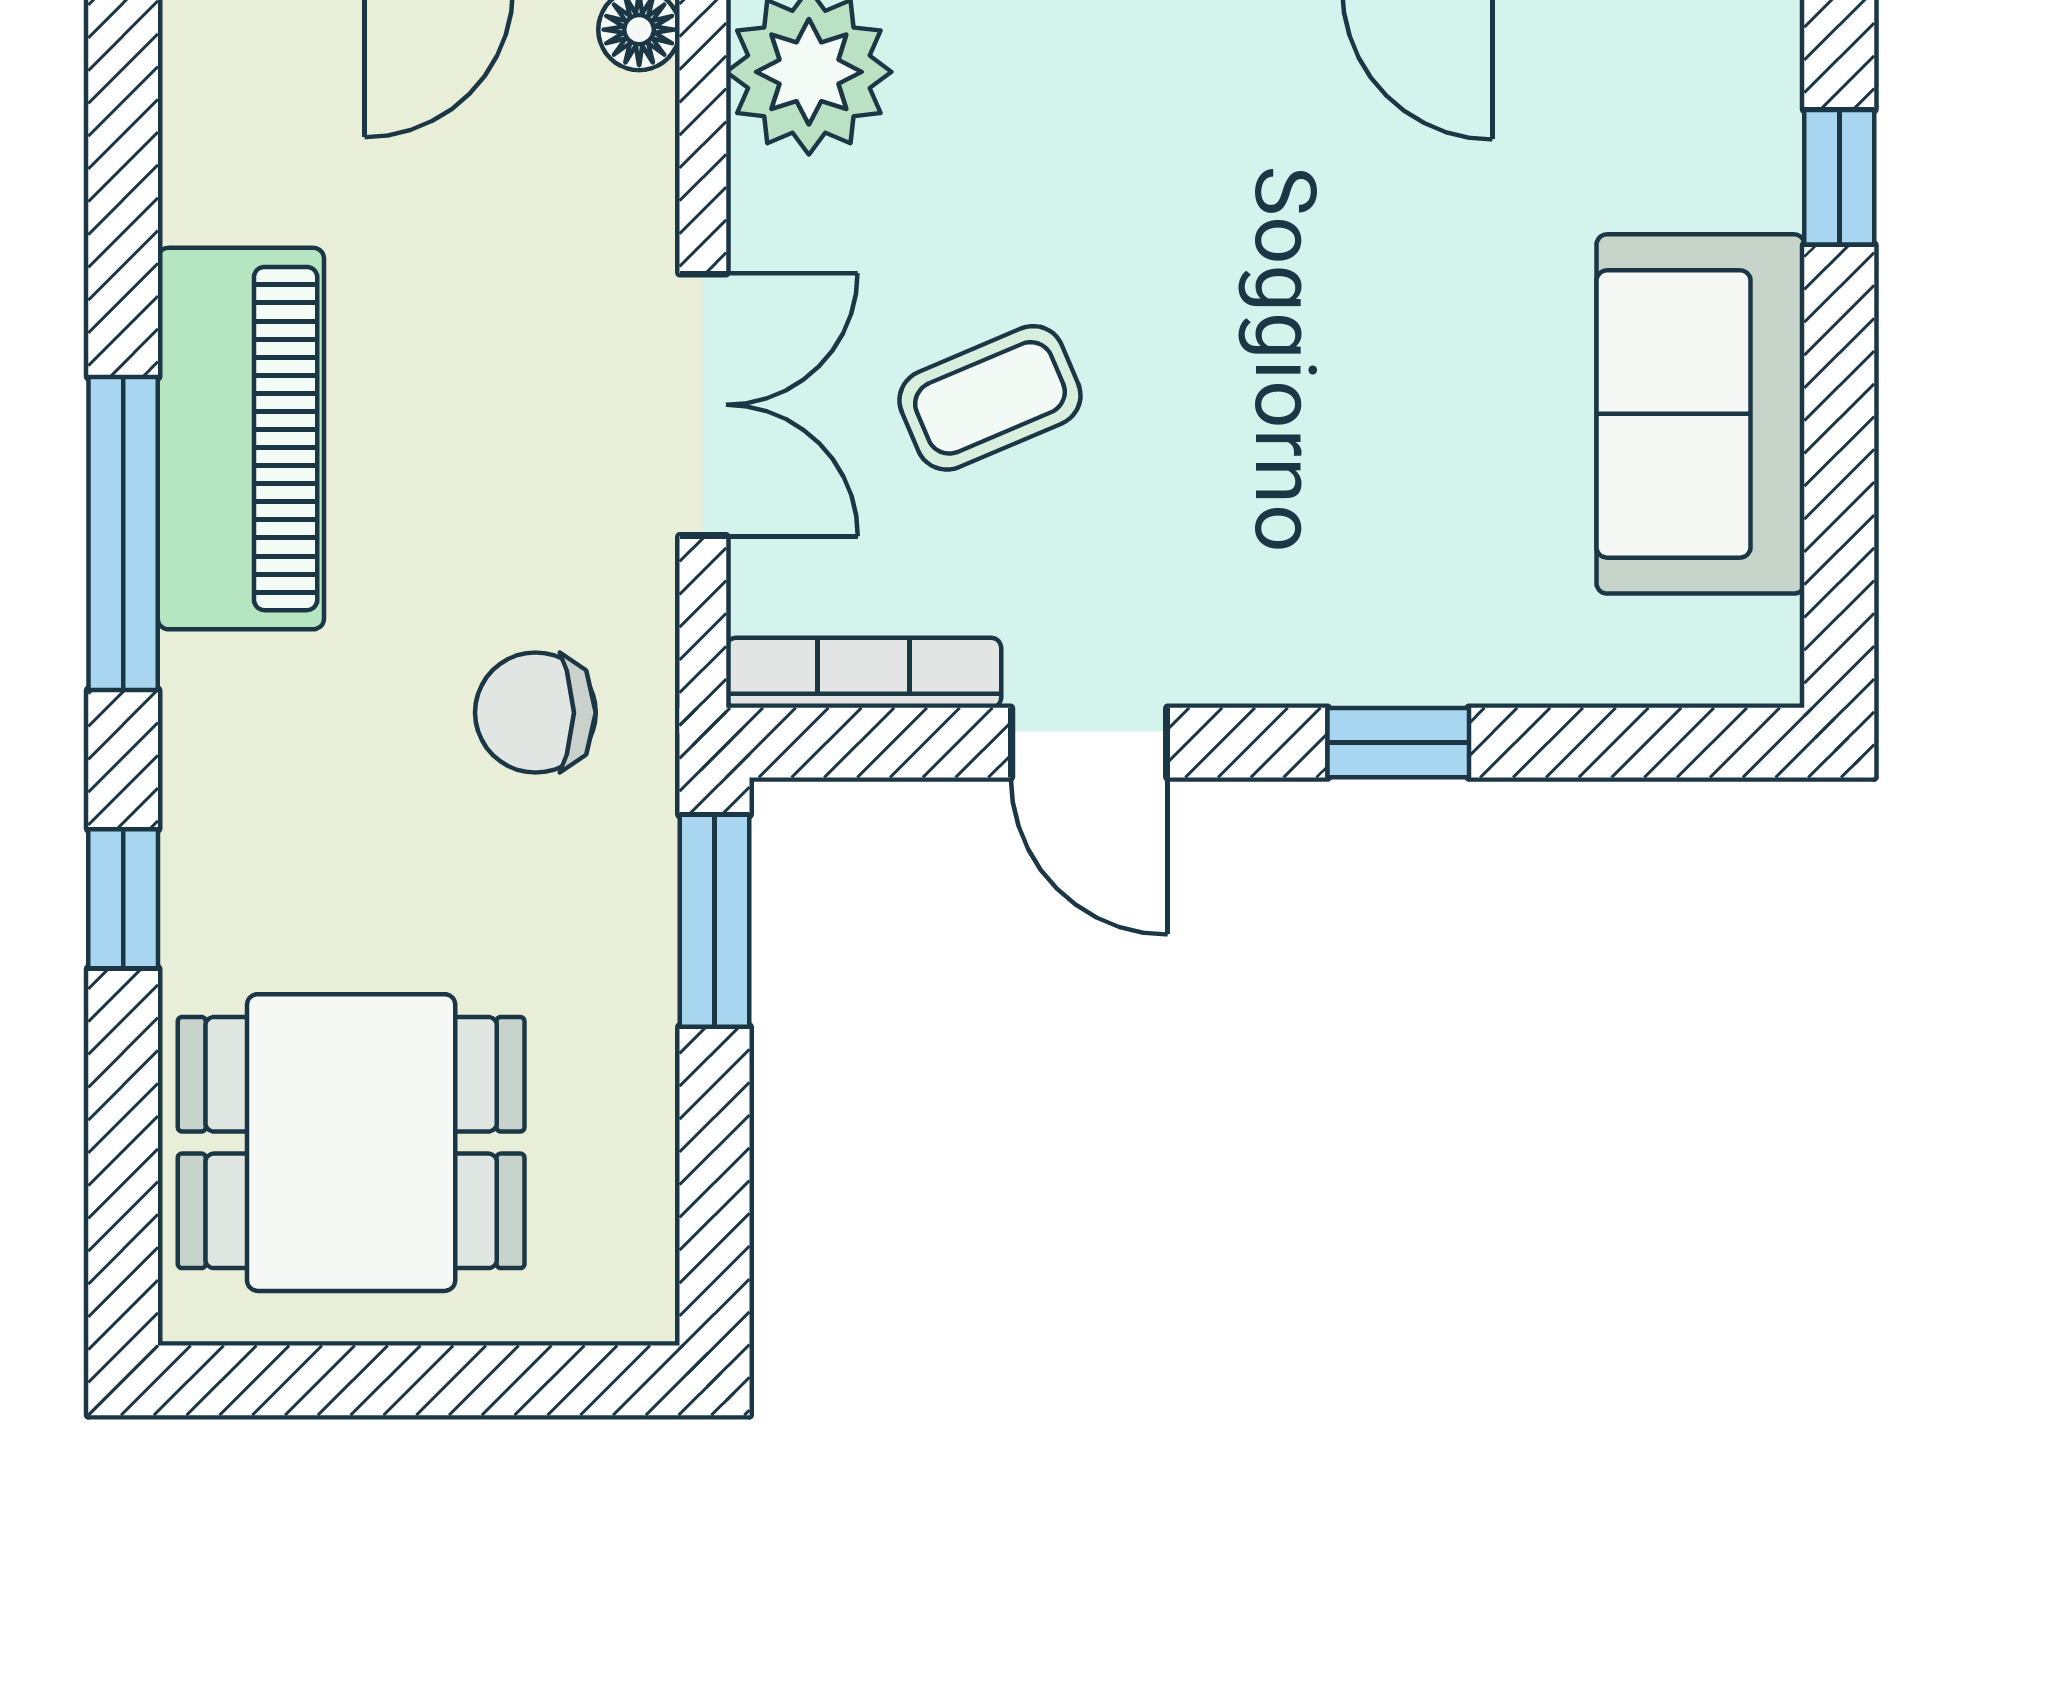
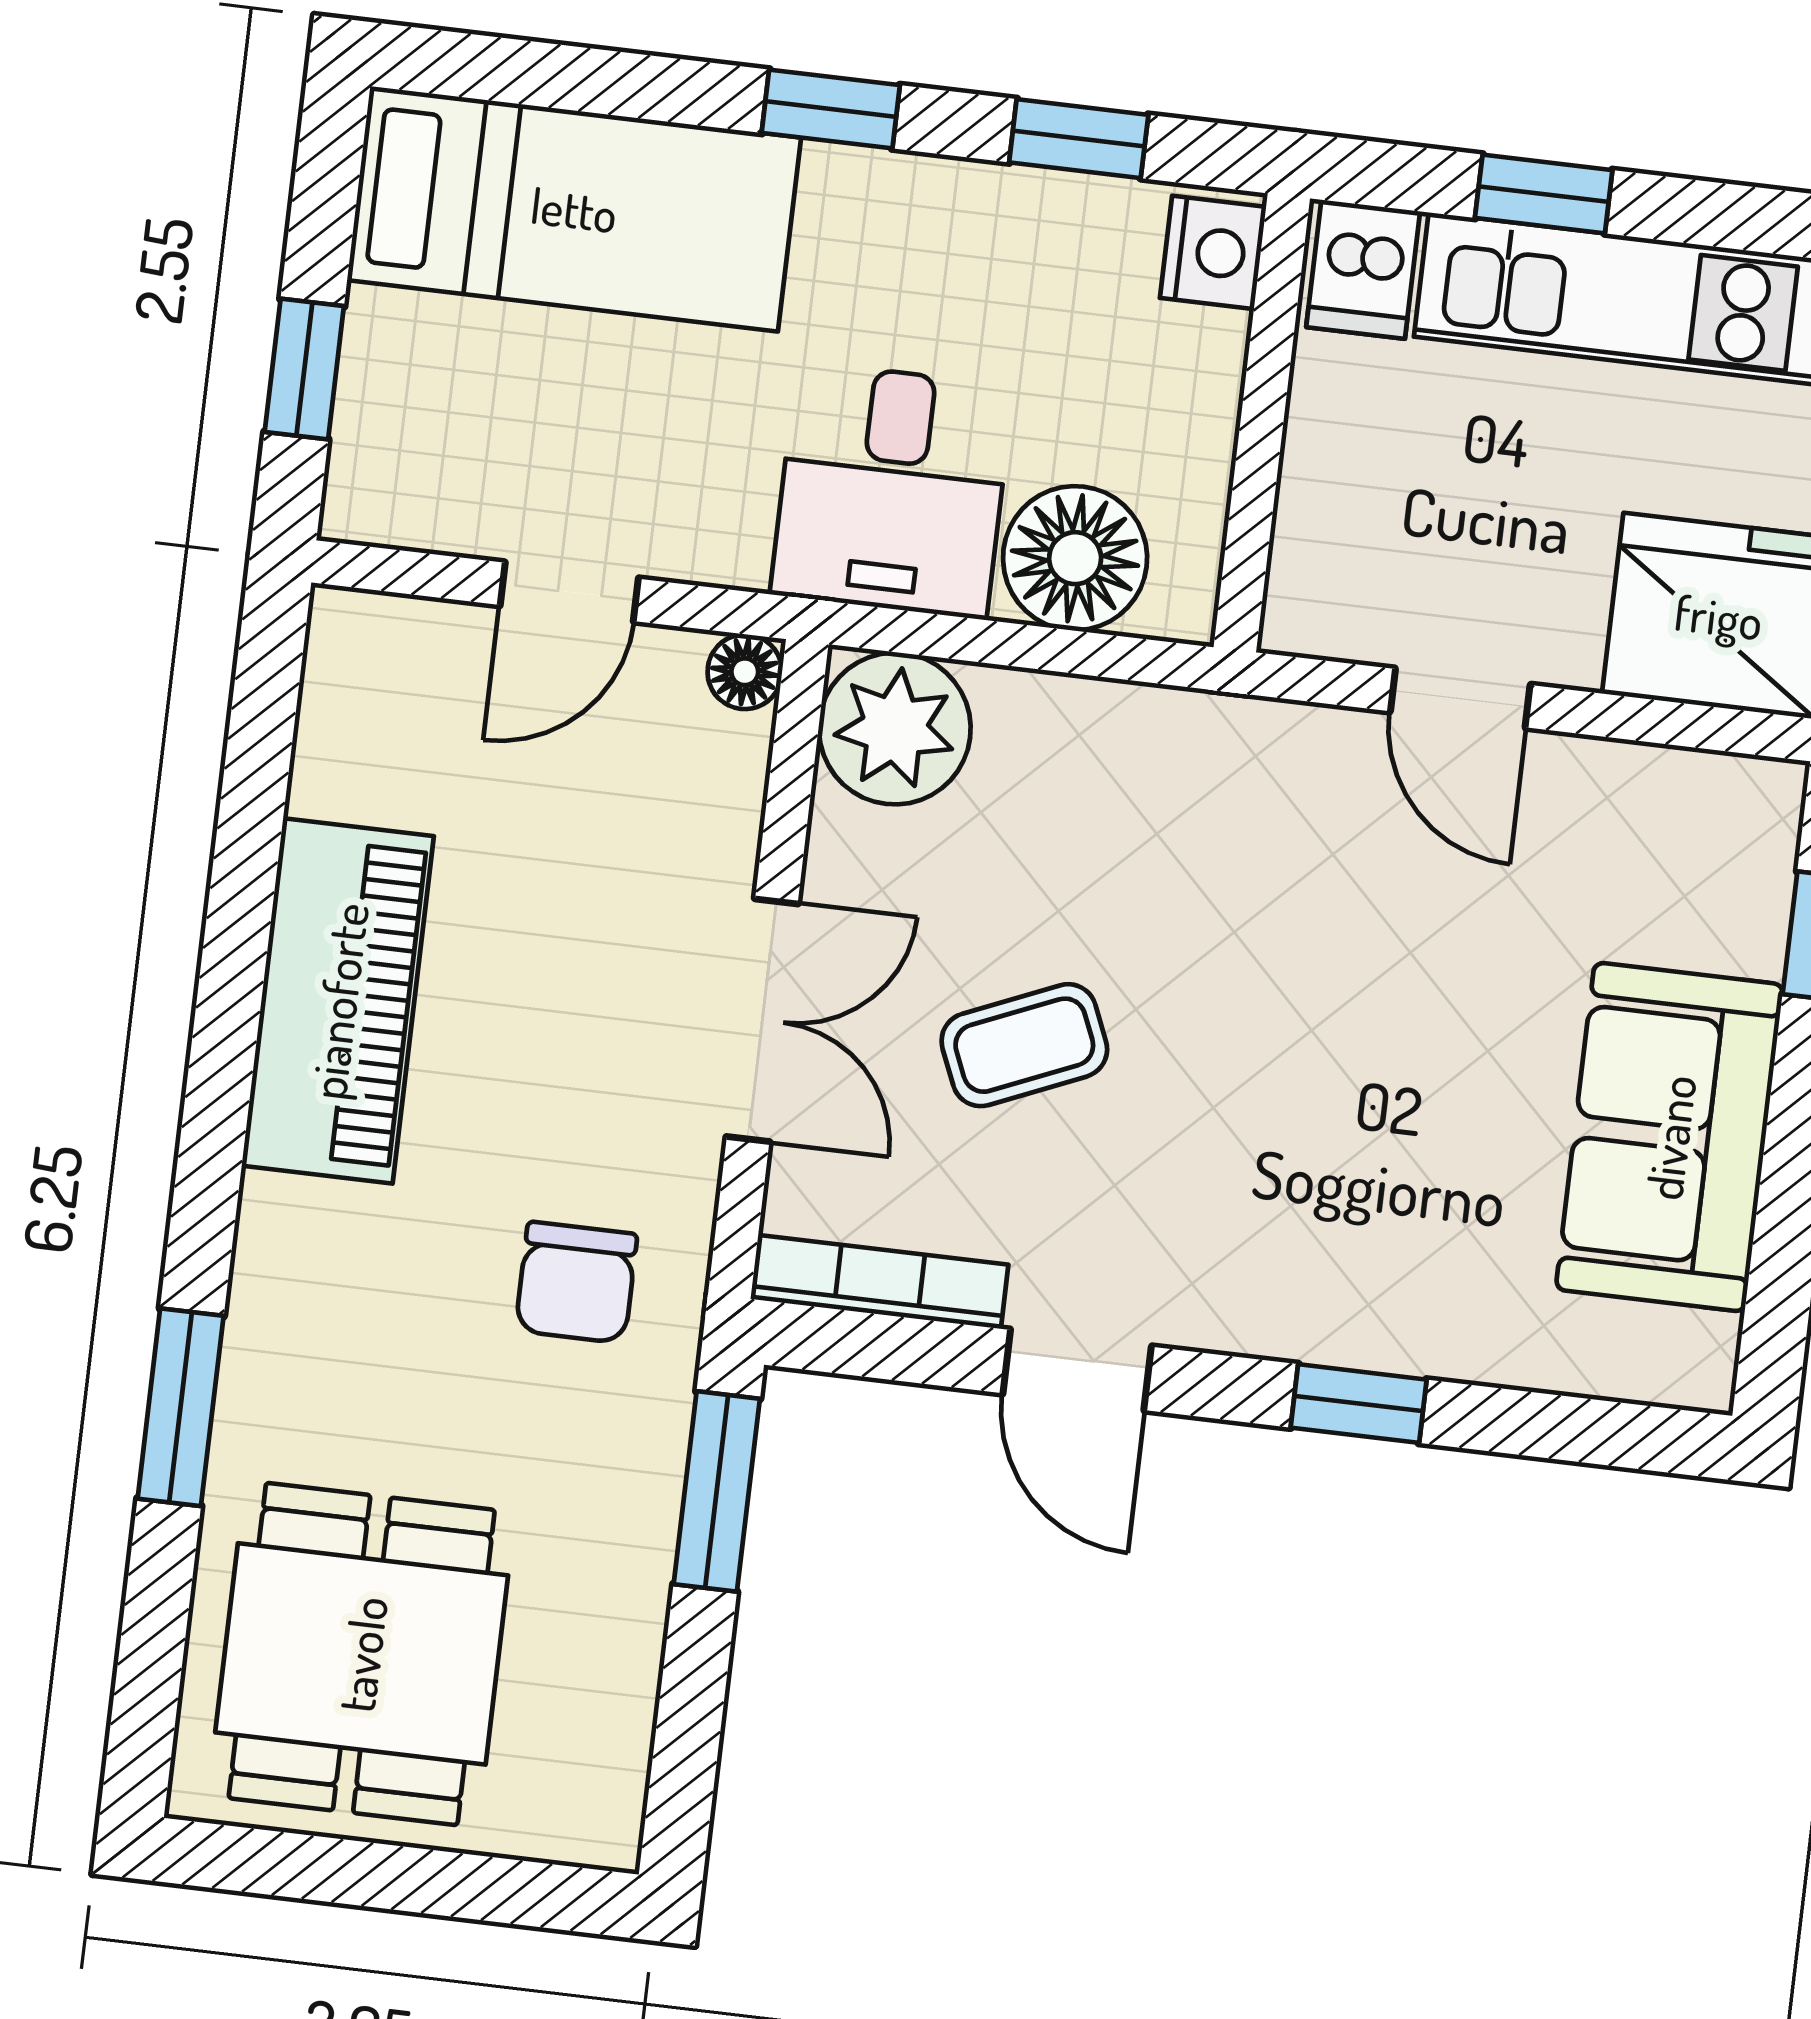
window: (123, 533) -> (220, 1075), removed
chair: (535, 713) -> (576, 1282), turned -90
window: (123, 899) -> (181, 1407), width x1.50
dining table: (351, 1143) -> (362, 1654), turned 90

